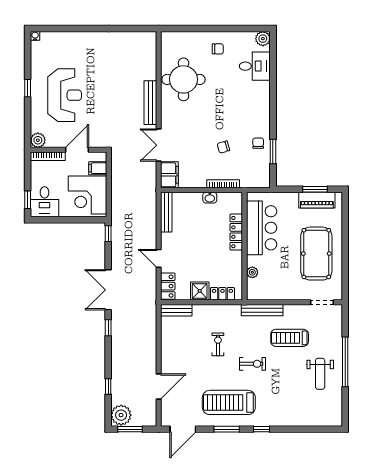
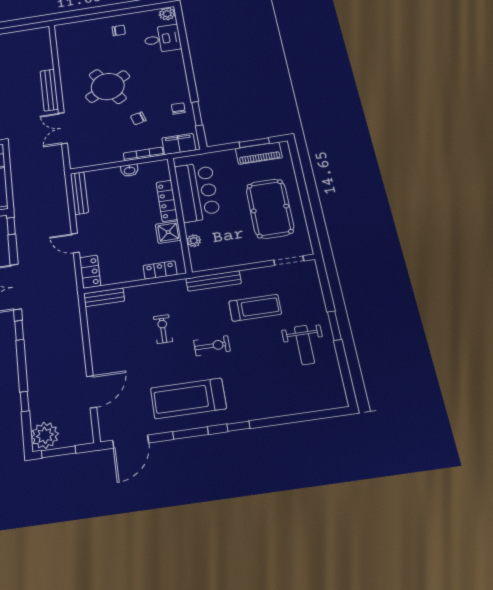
round table: (183, 79) -> (108, 87), moved, turned -31
filing cabinet: (169, 175) -> (179, 144), moved, turned -90
shower: (200, 291) -> (168, 232), moved
treadmill: (290, 338) -> (255, 308), turned 180
window: (345, 362) -> (334, 326), width x0.47

